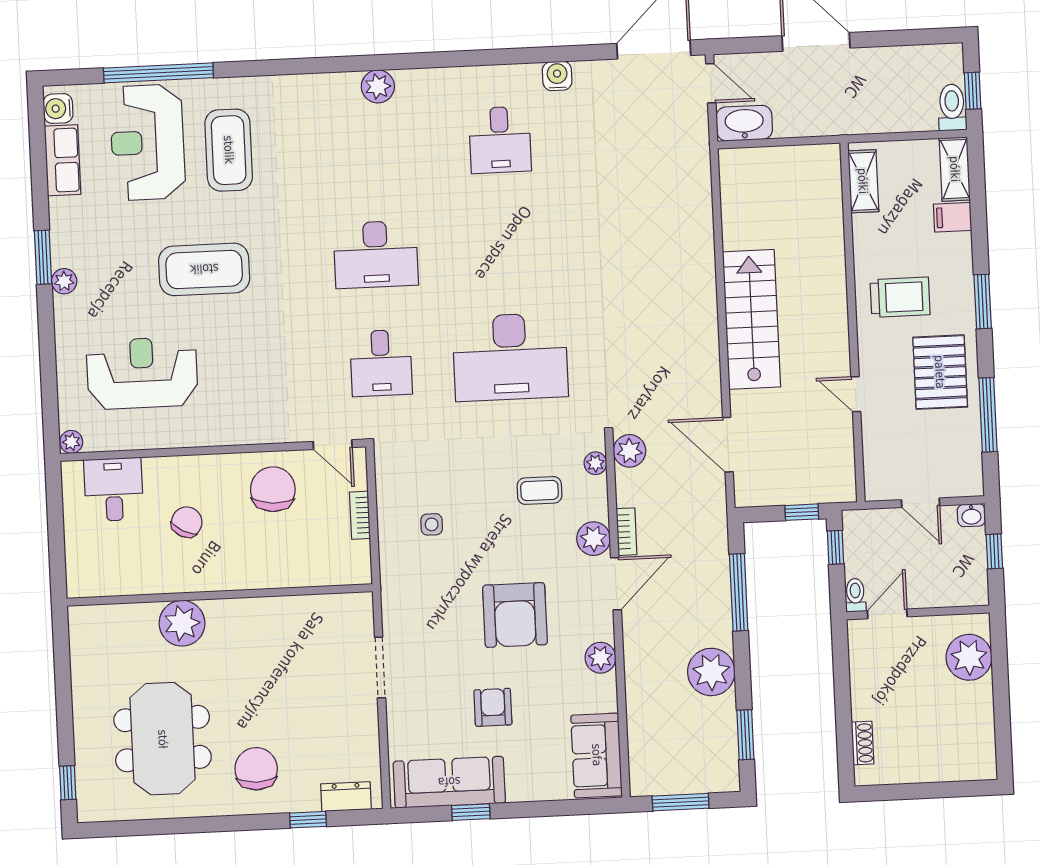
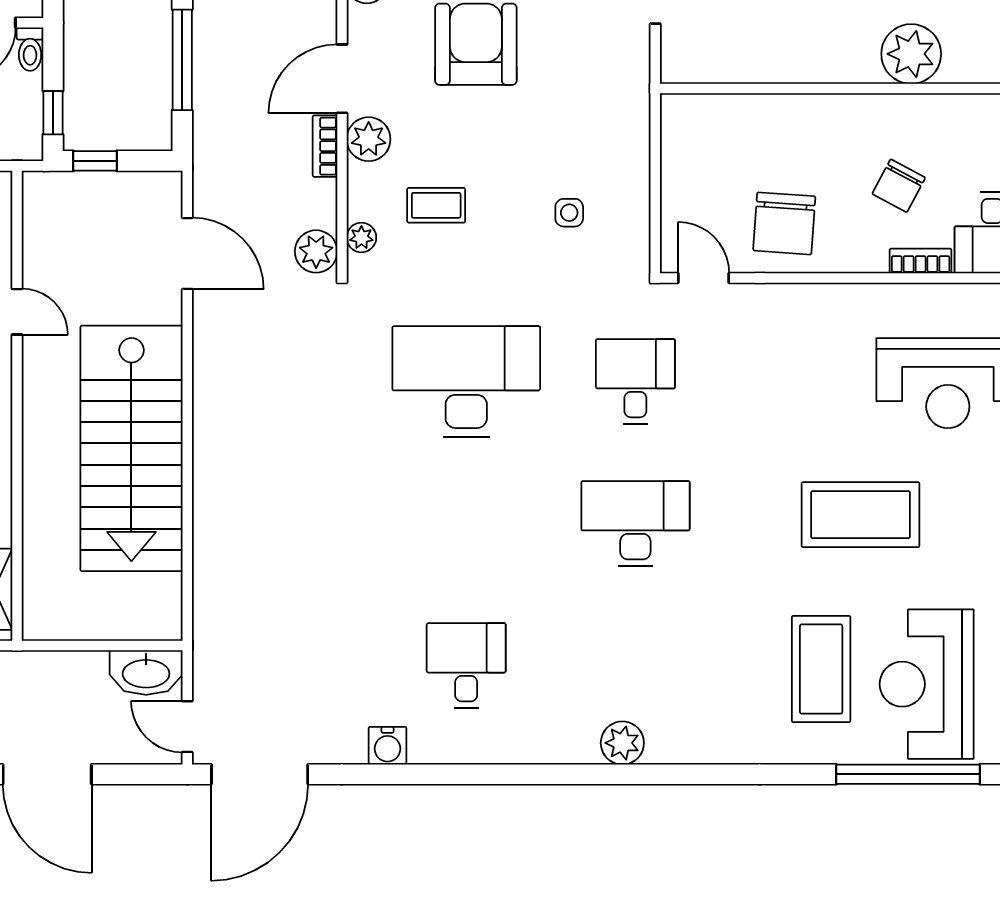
reception desk: (147, 142) -> (927, 684), turned 180
stairs: (752, 319) -> (131, 448), width x1.36, depth x1.51
bookcase: (360, 515) -> (921, 261), moved, turned -90
side table: (432, 524) -> (569, 213), moved

